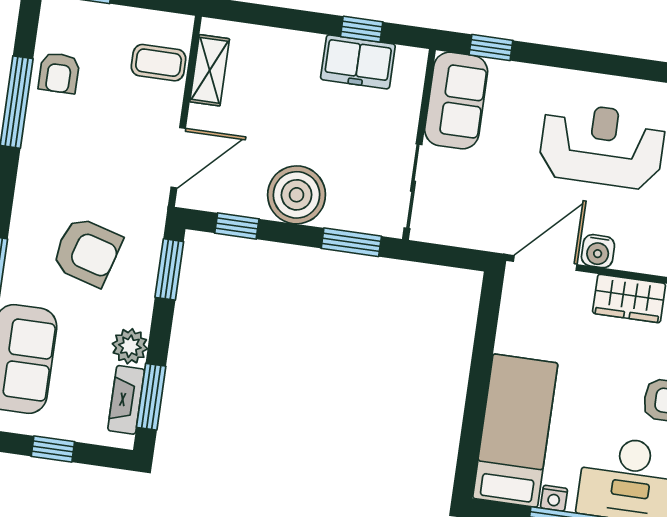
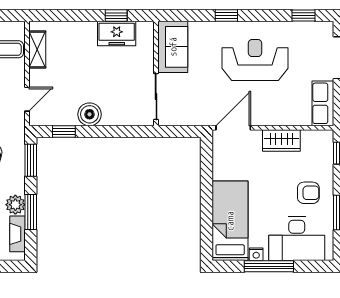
window: (491, 48) -> (226, 16), moved
door: (178, 158) -> (27, 99), width x0.73
boiler: (297, 195) -> (90, 114), width x0.73, depth x0.73
window: (351, 242) -> (127, 132), removed
water cooler: (598, 251) -> (261, 117), removed
window: (151, 397) -> (31, 212), moved

